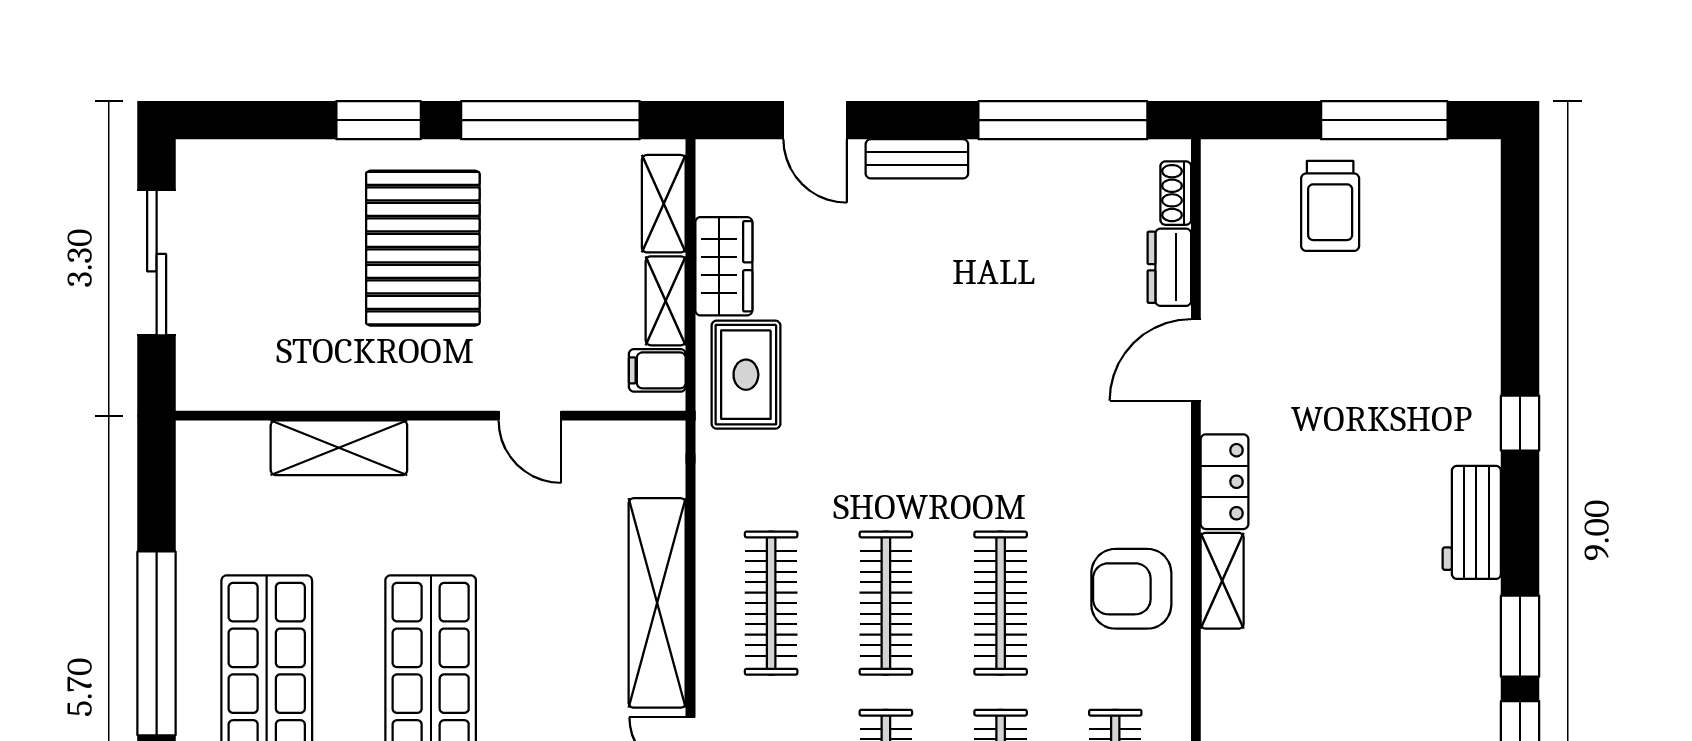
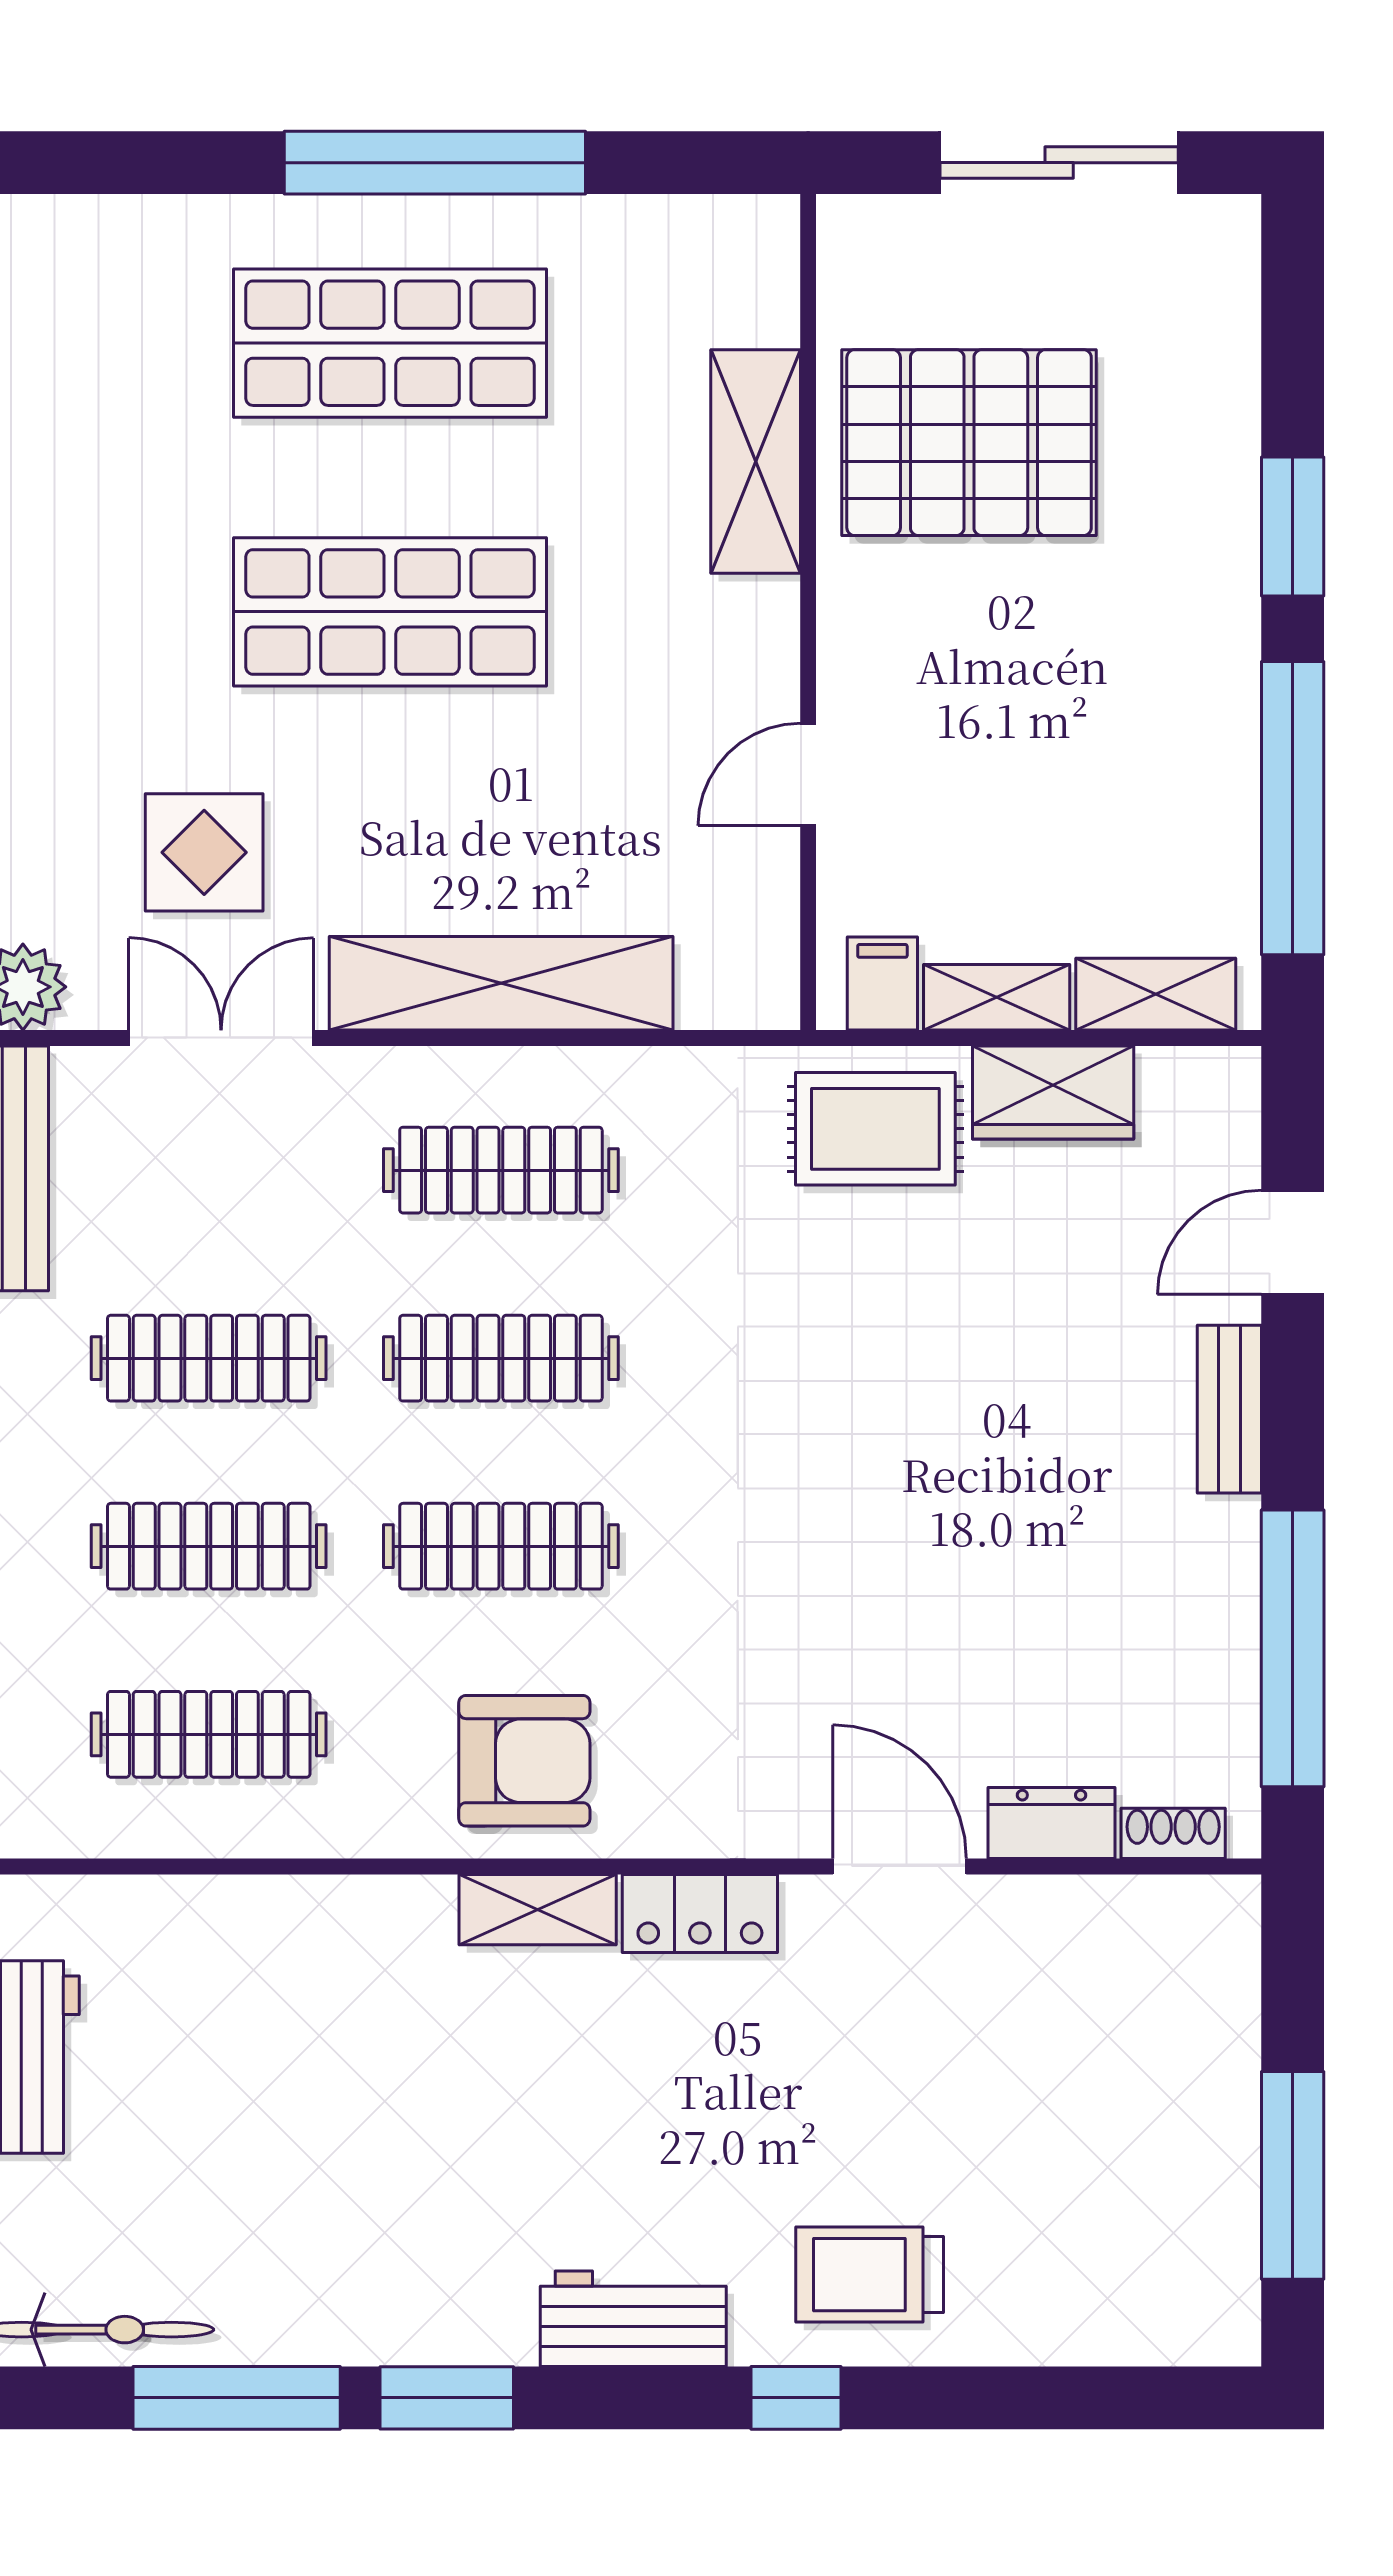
trolley: (1330, 206) -> (870, 2275), moved
pallet: (423, 248) -> (969, 443), moved
armchair: (1131, 589) -> (524, 1761), turned 90

